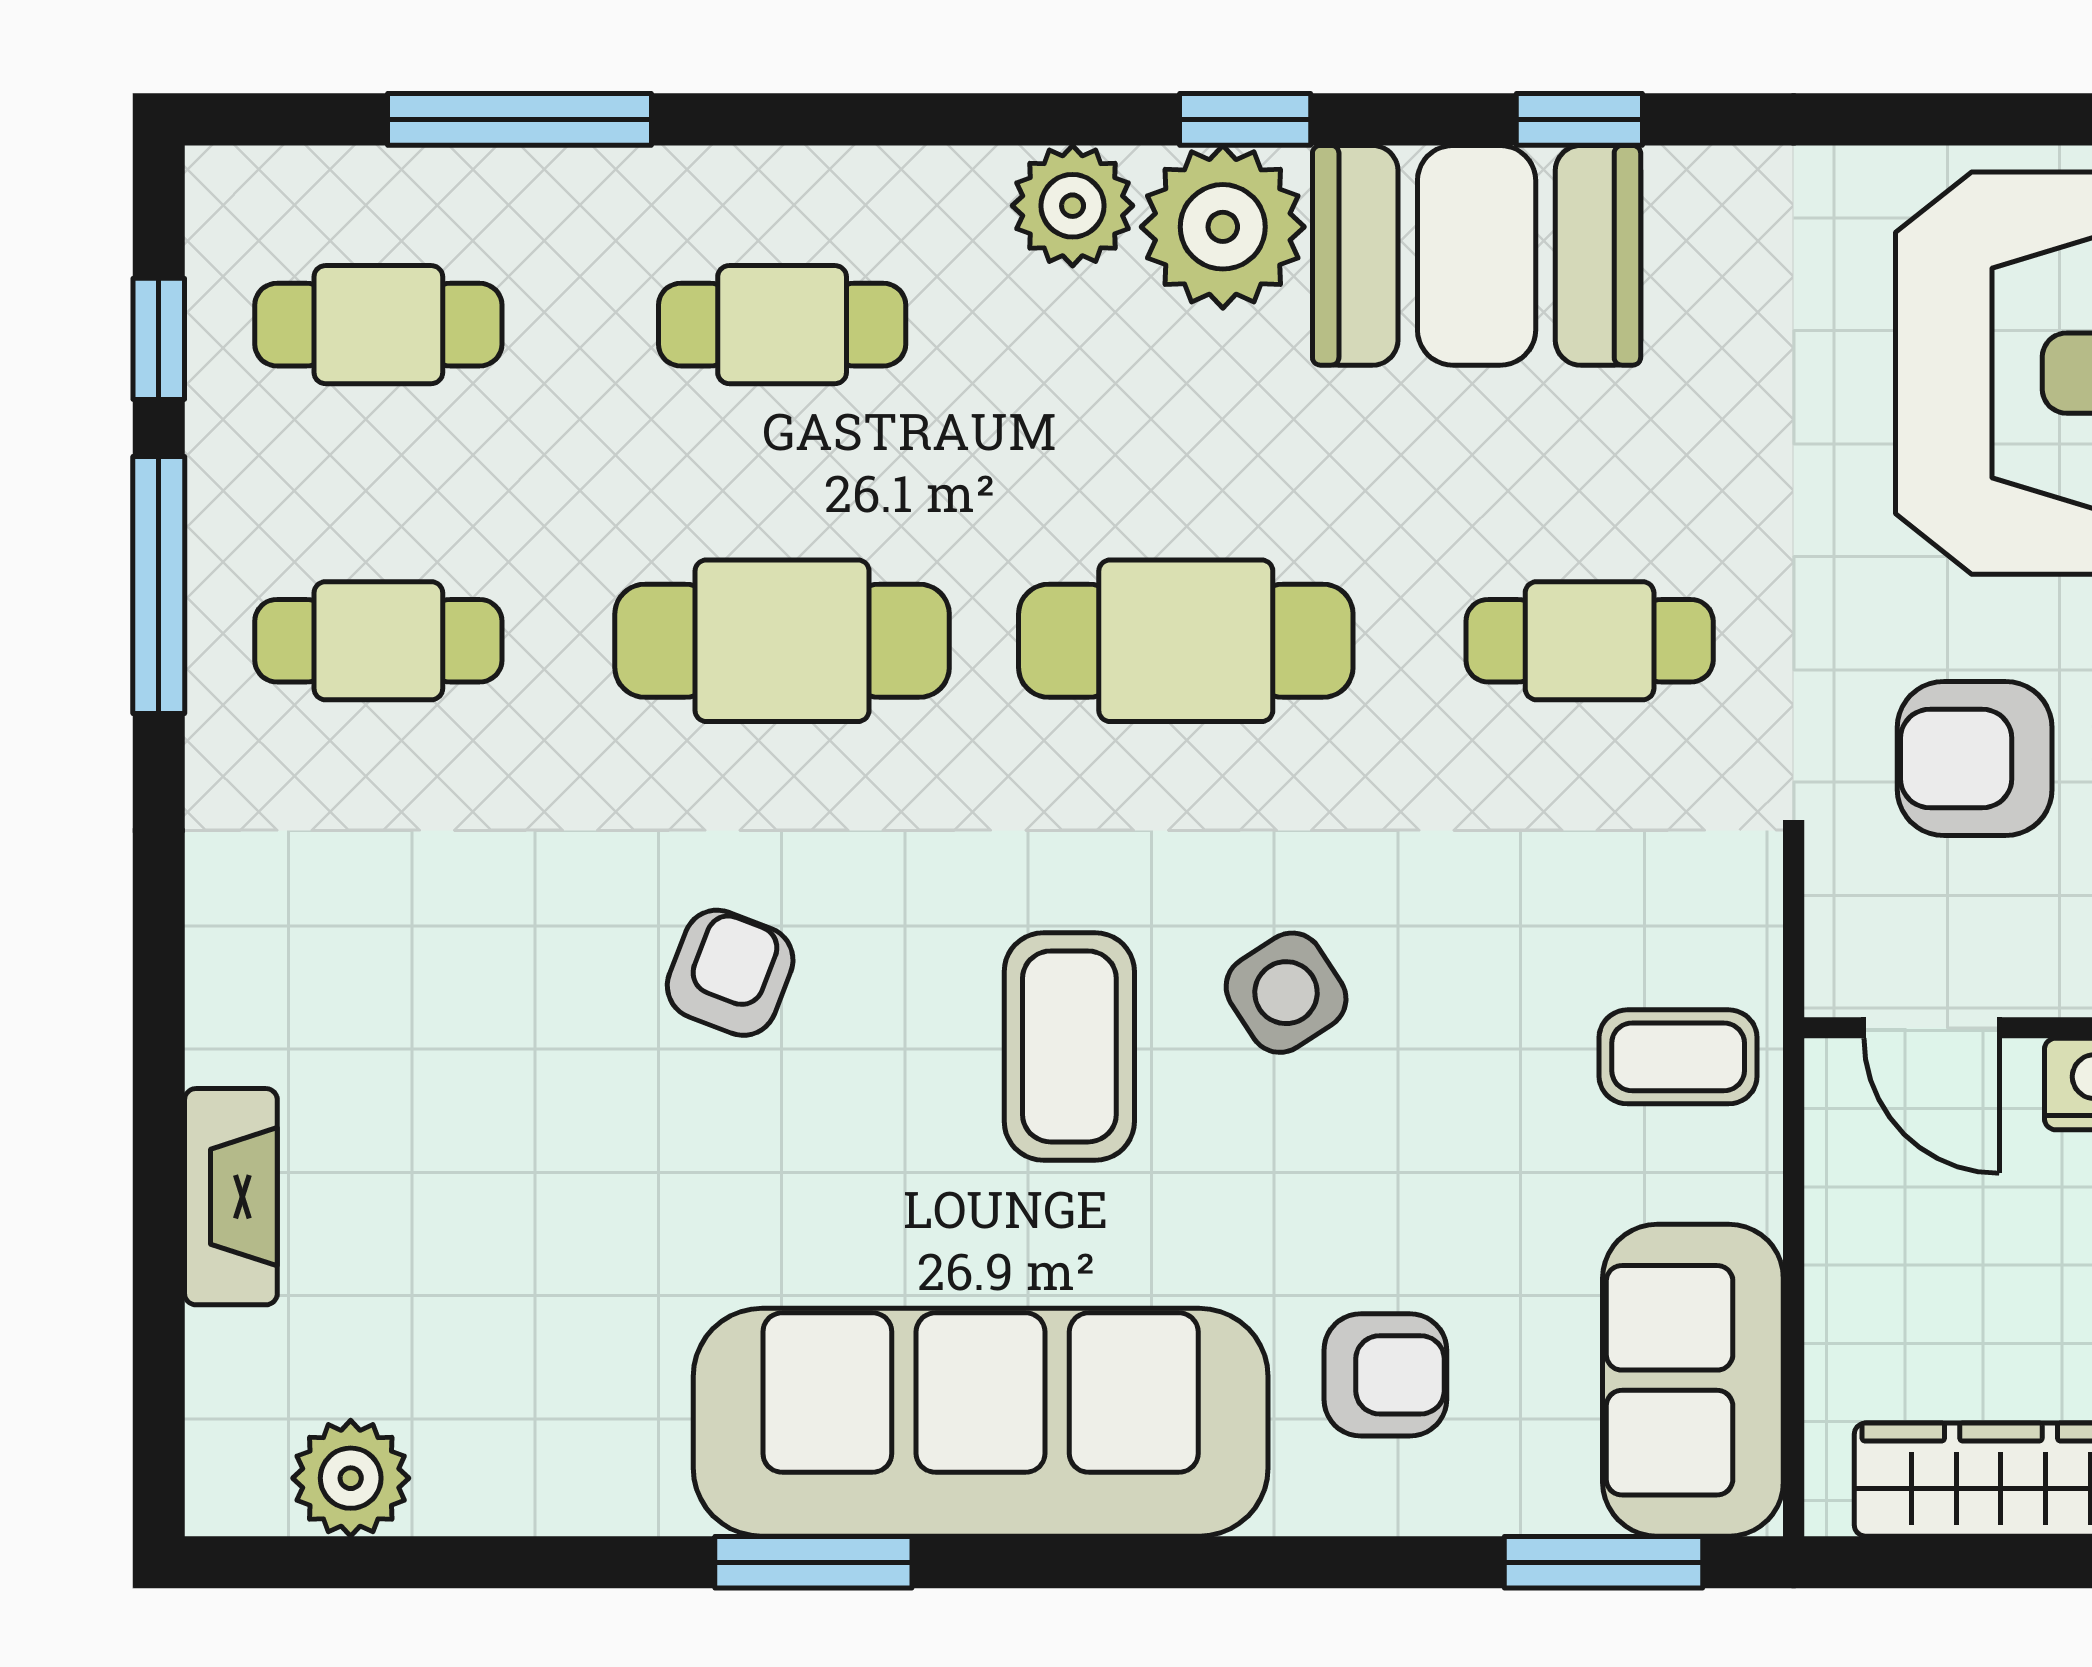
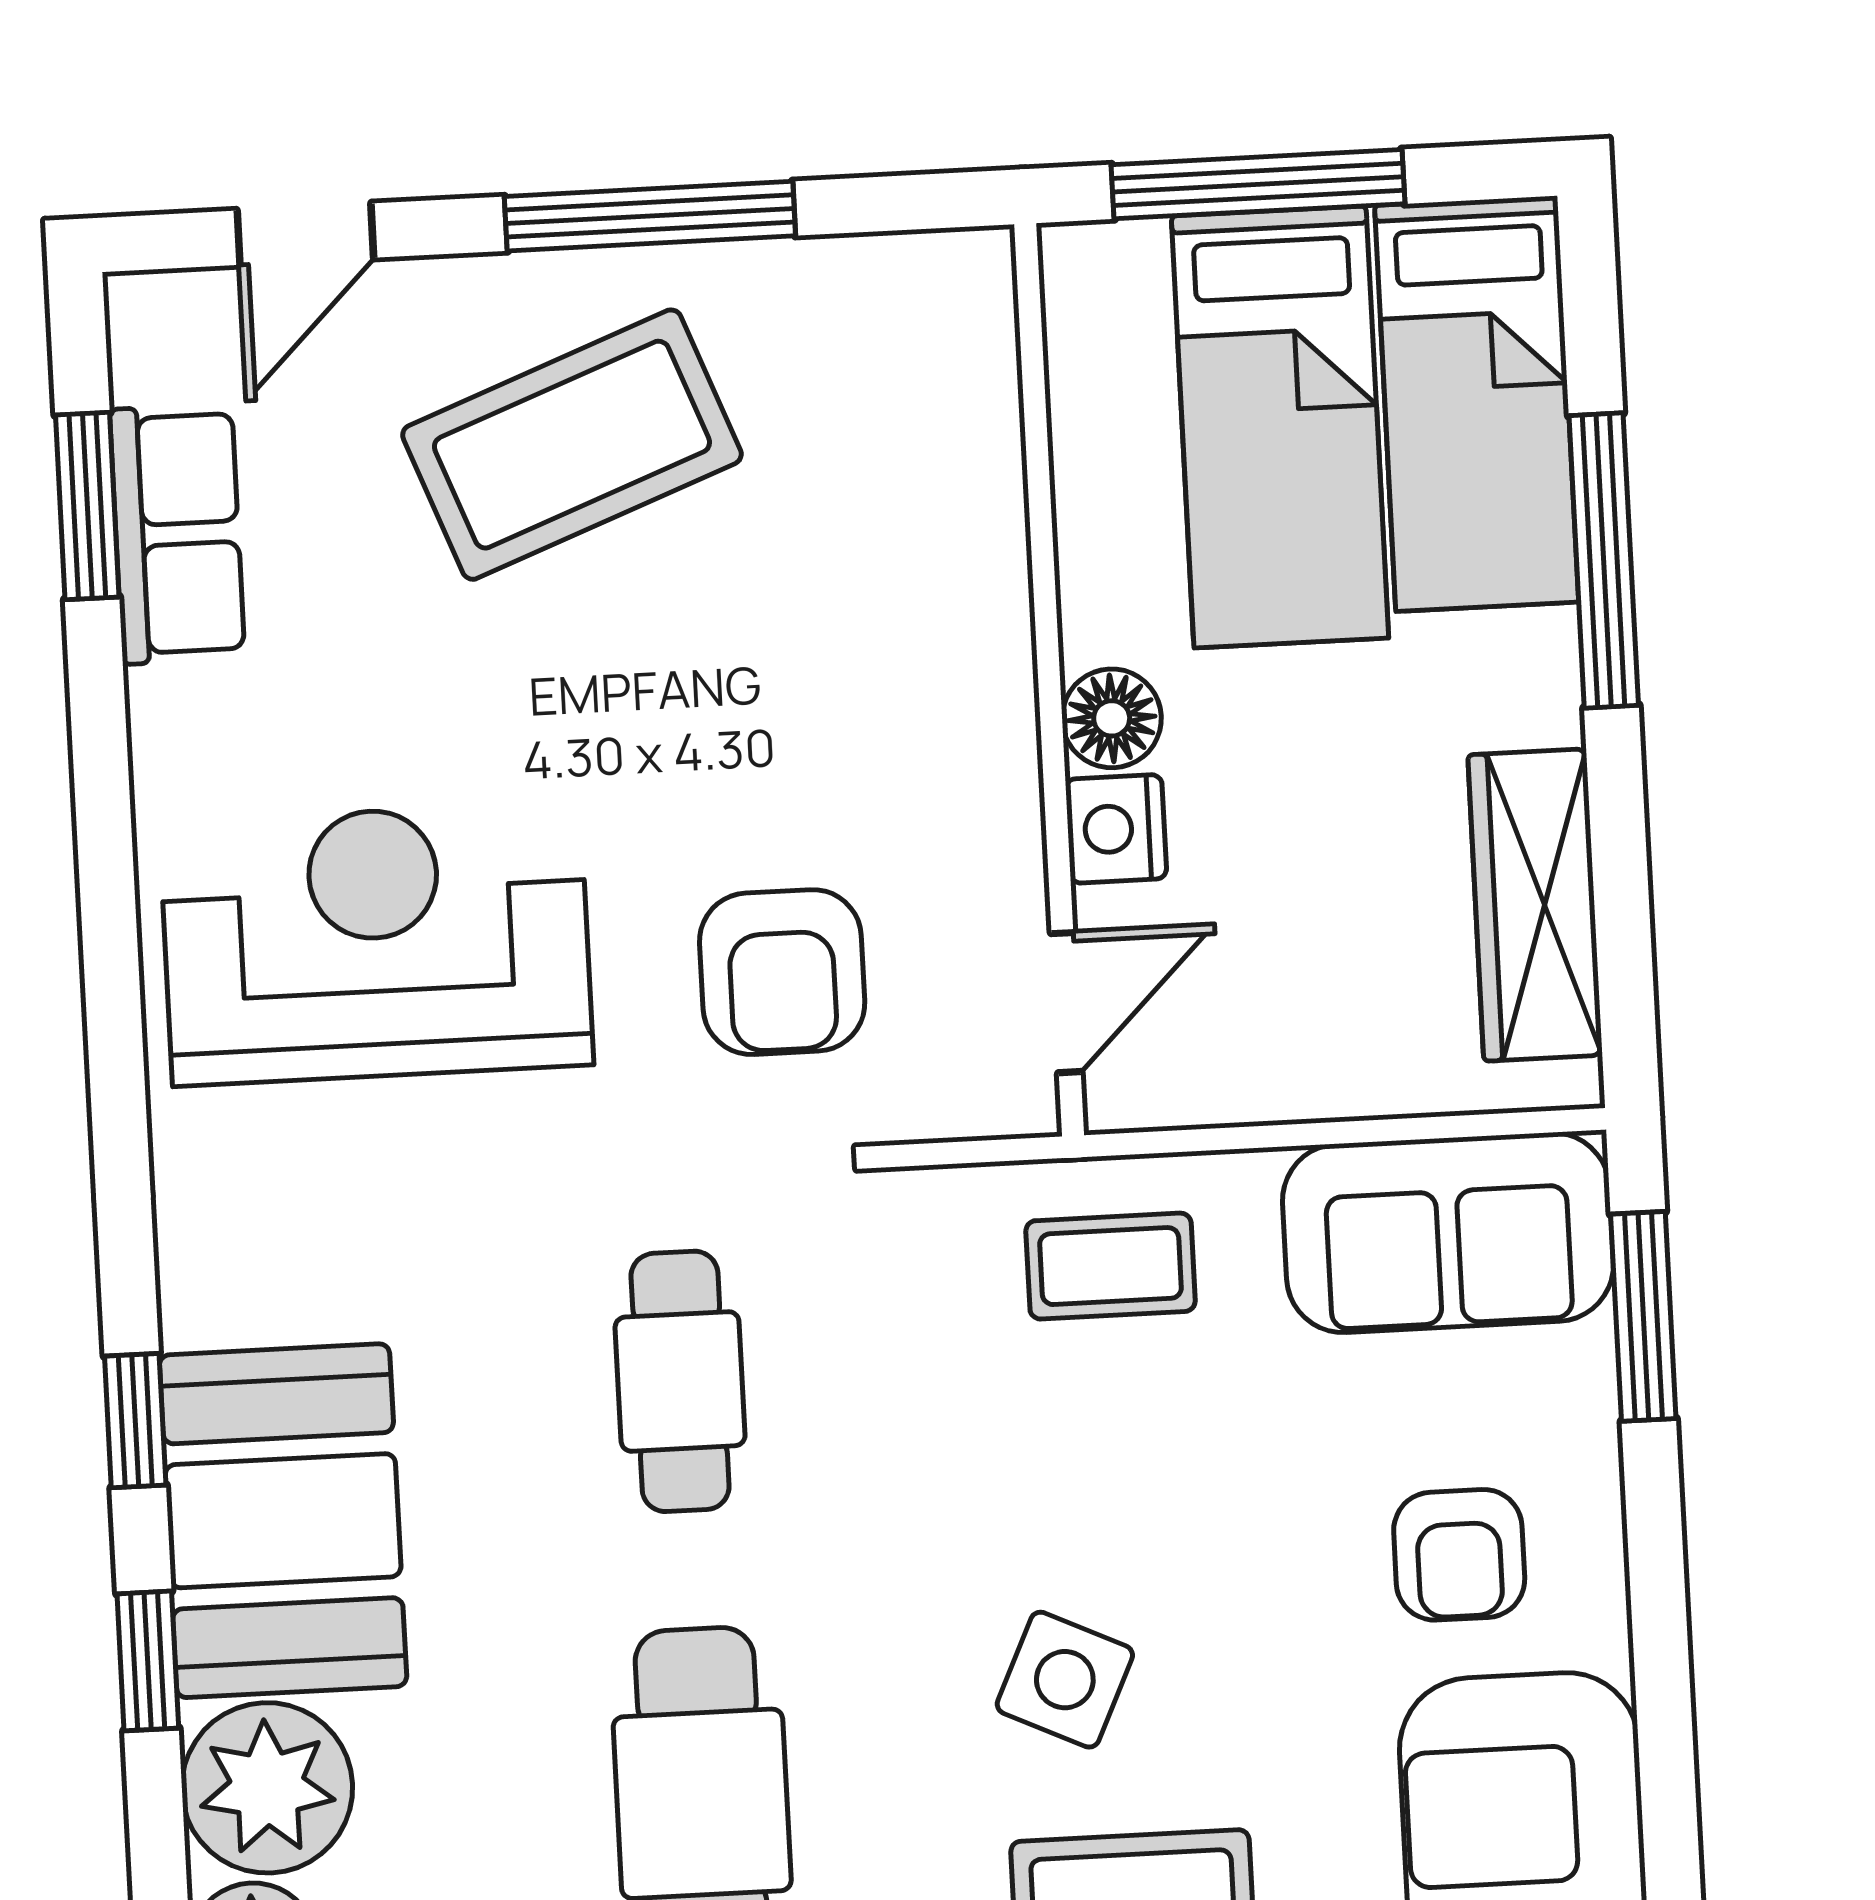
window: (1245, 119) -> (148, 1661), moved
side table: (1286, 993) -> (1065, 1680), turned -32
coffee table: (1678, 1057) -> (1111, 1266), turned 90
armchair: (1385, 1375) -> (1459, 1555), turned 180

